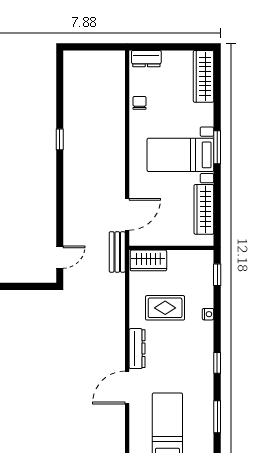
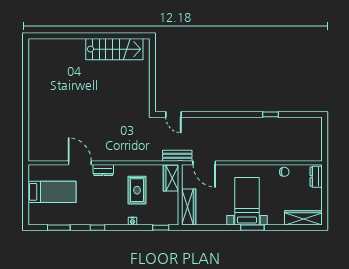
window: (60, 139) -> (270, 114), moved
wardrobe: (204, 209) -> (189, 207), moved, turned 90
dresser: (137, 349) -> (103, 170), width x0.70

